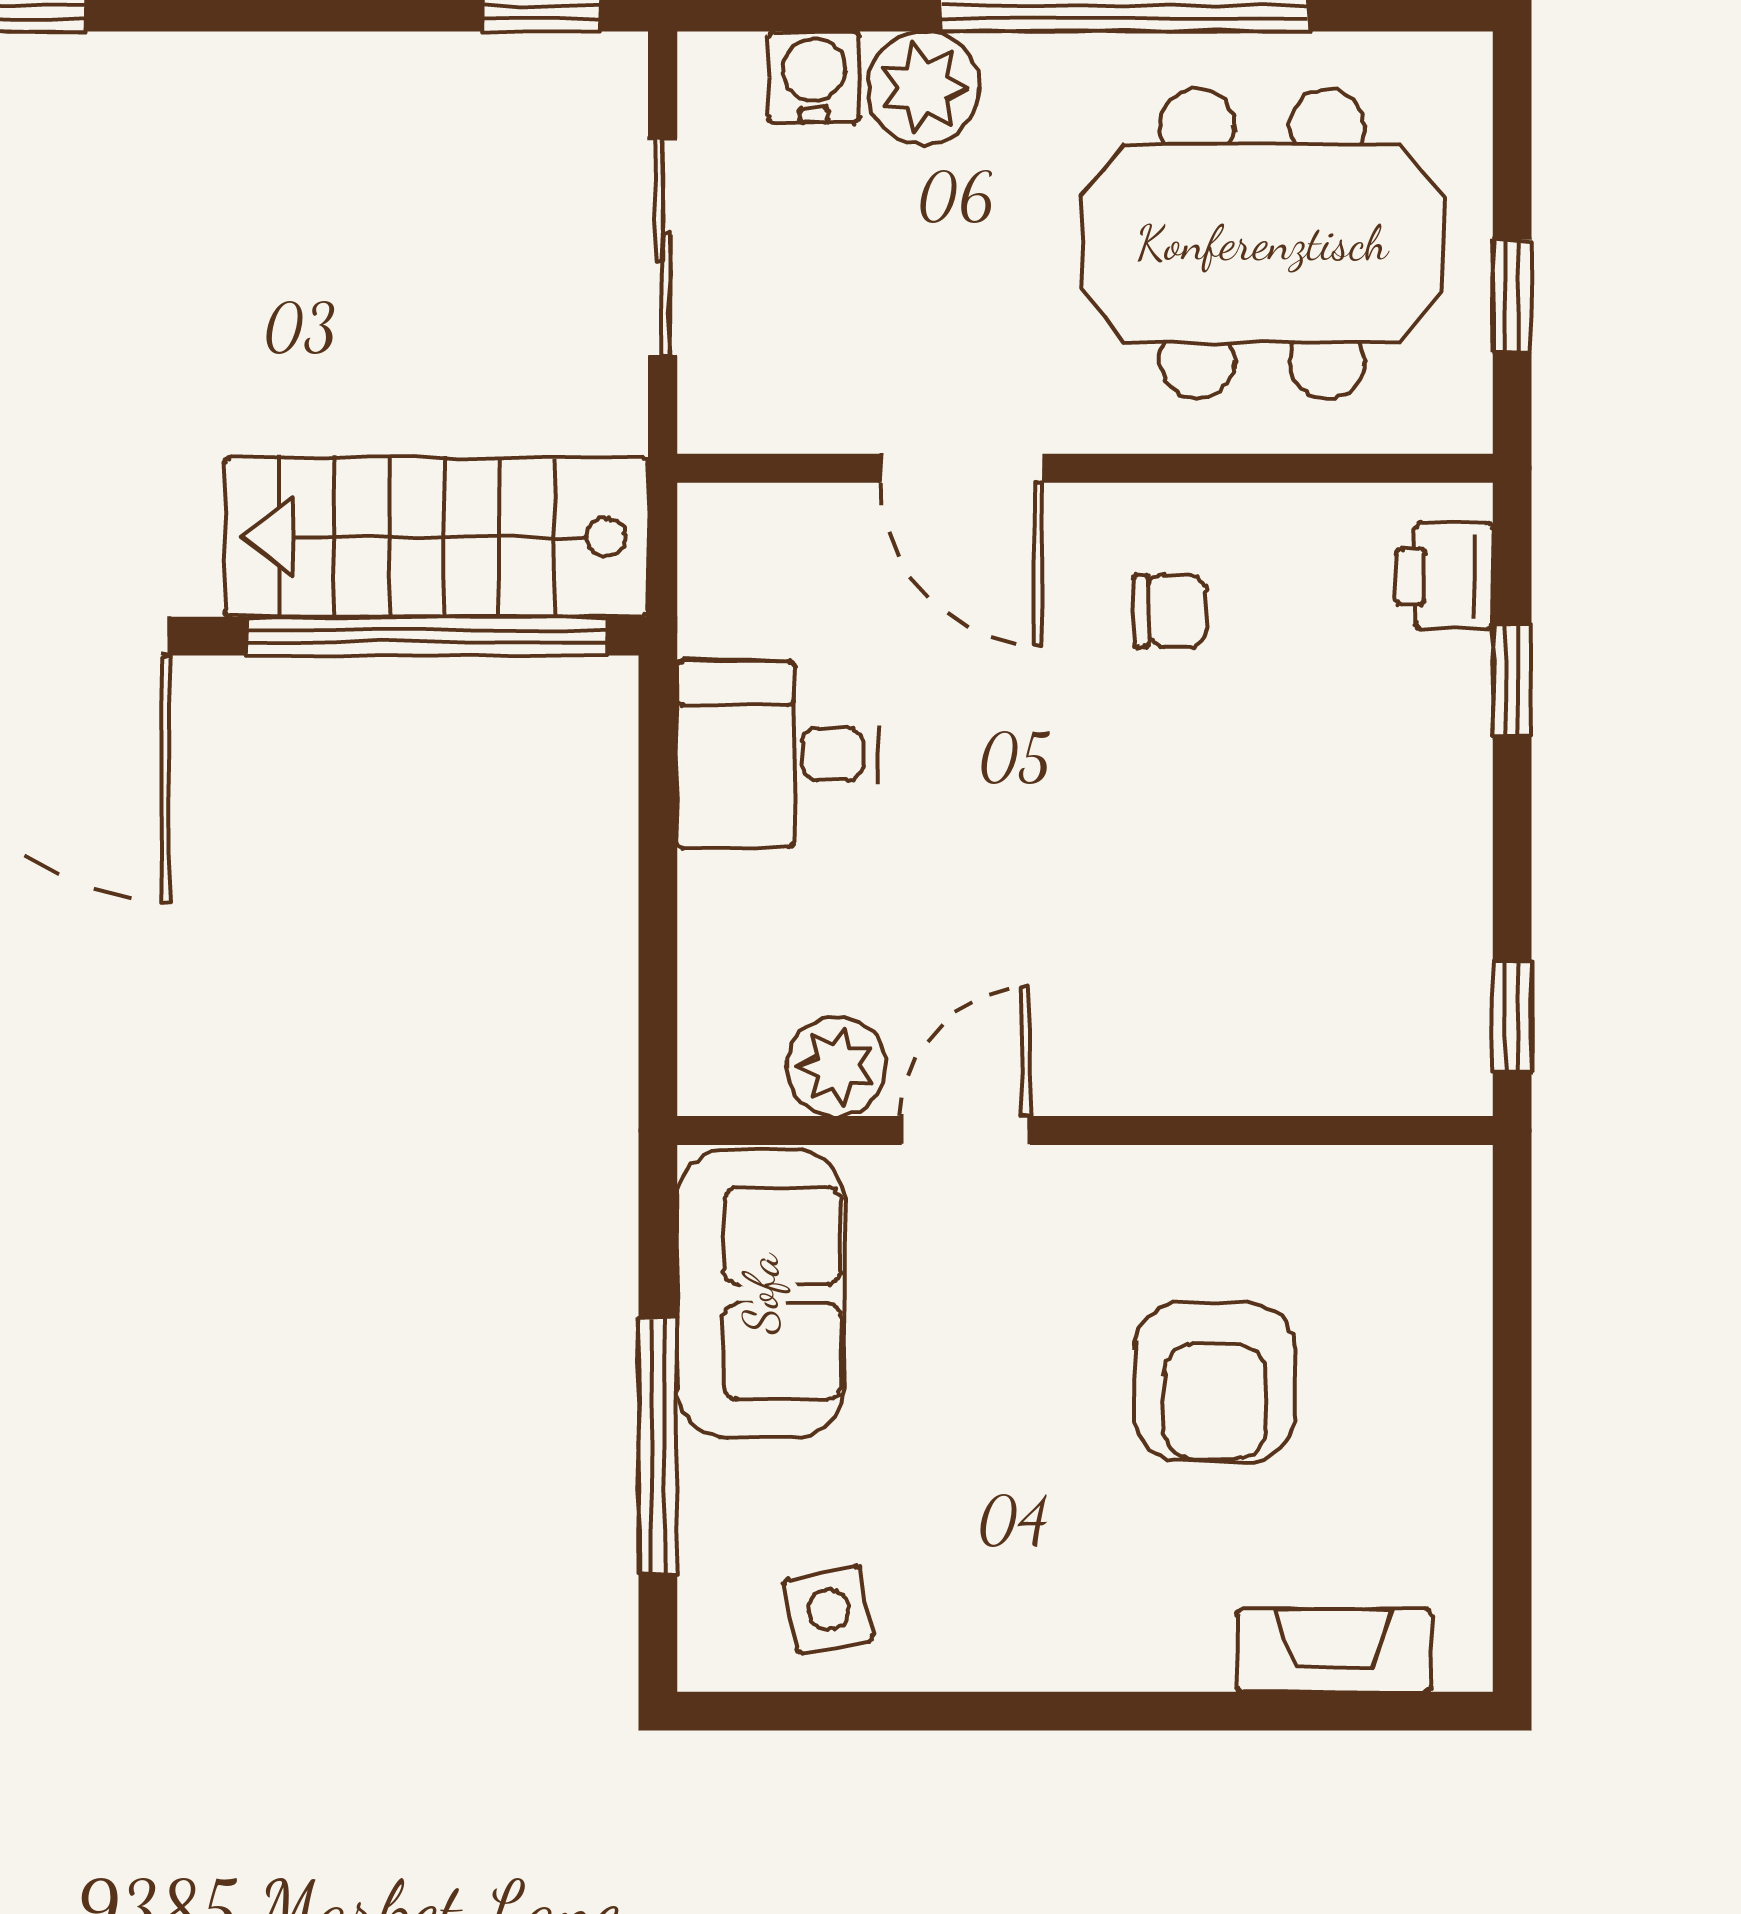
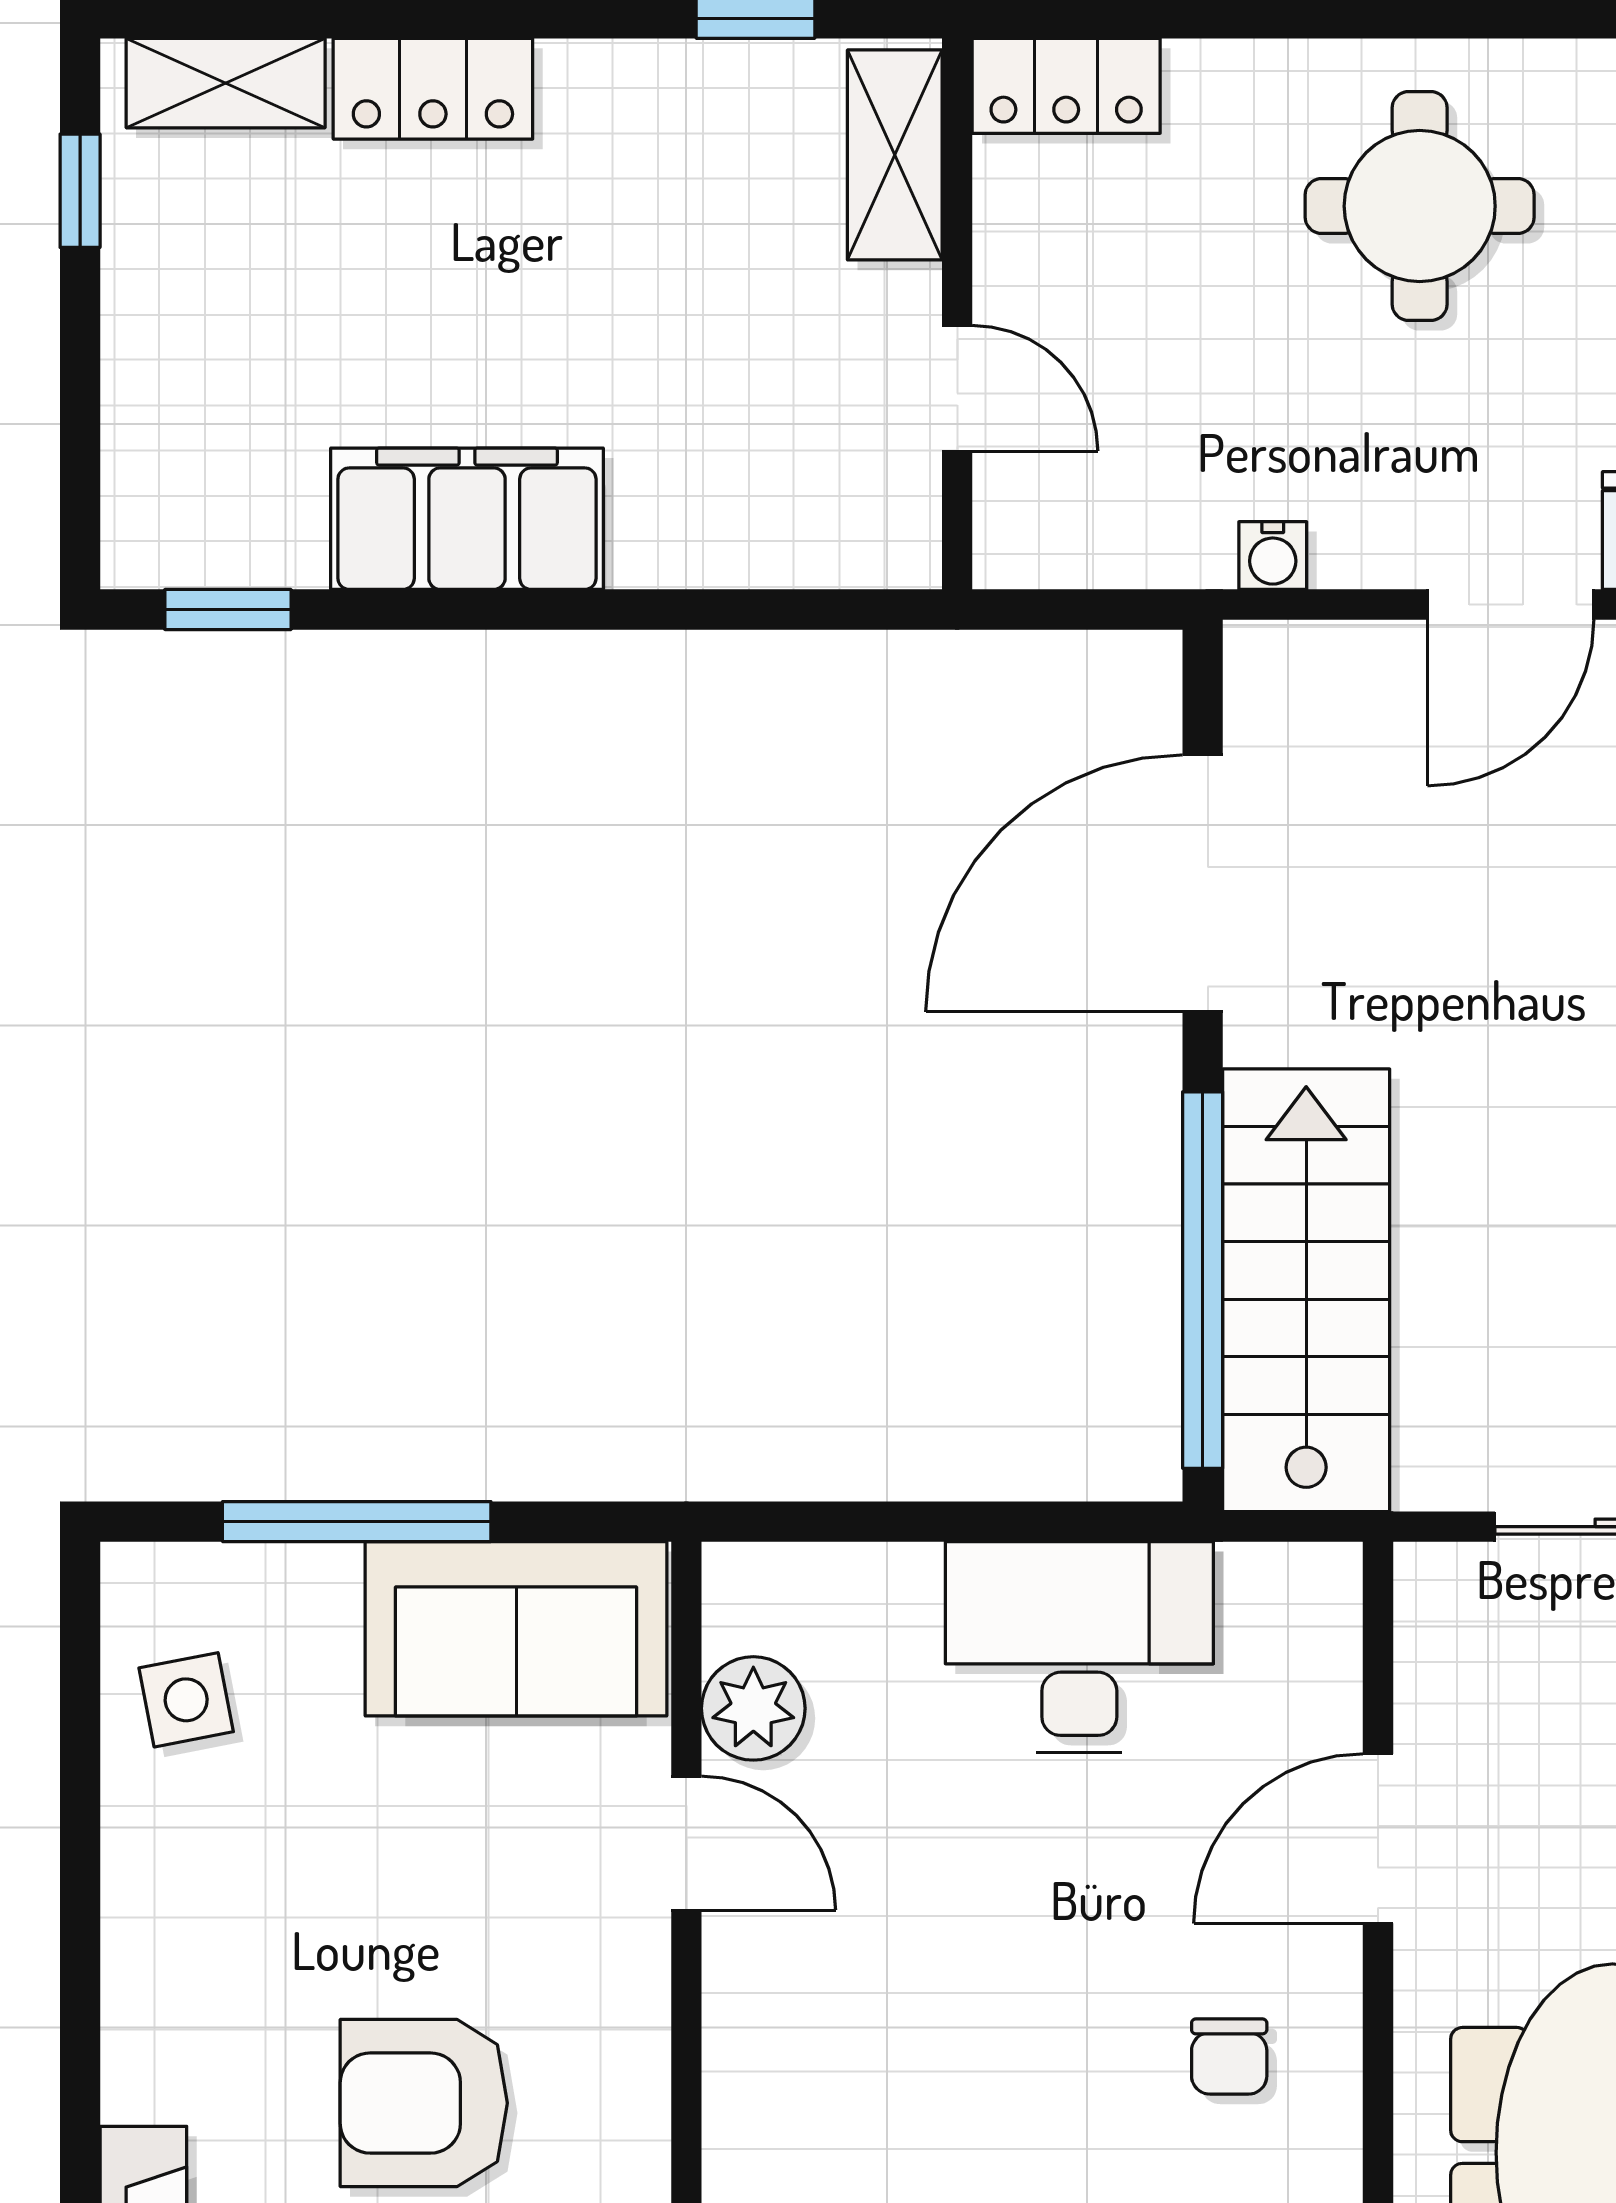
desk: (778, 754) -> (1079, 1647), width x1.37

